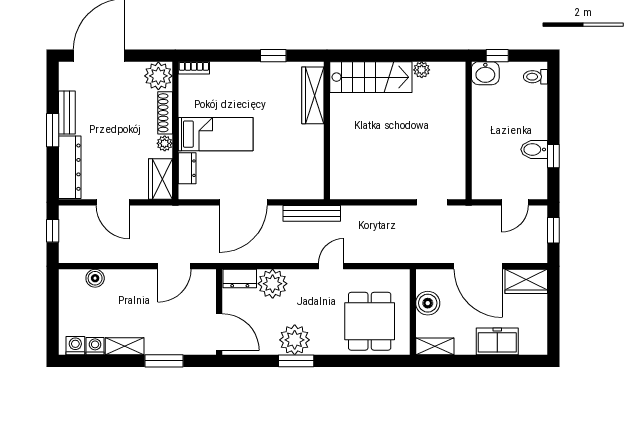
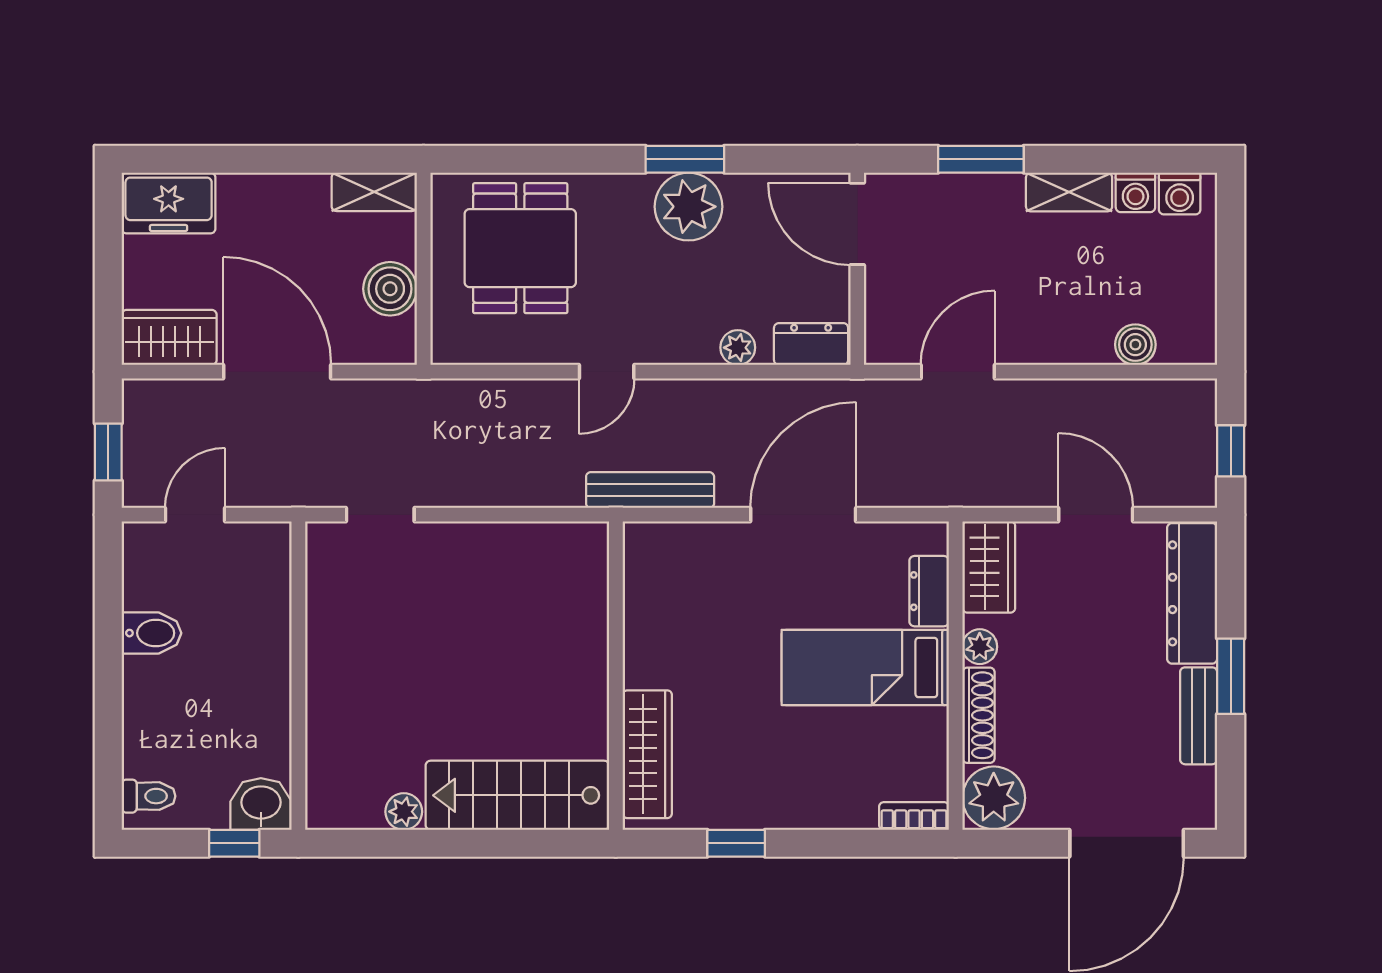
window: (553, 156) -> (108, 618), removed
plant: (273, 284) -> (738, 348), width x0.53, depth x0.53
freezer: (497, 341) -> (169, 203), moved

